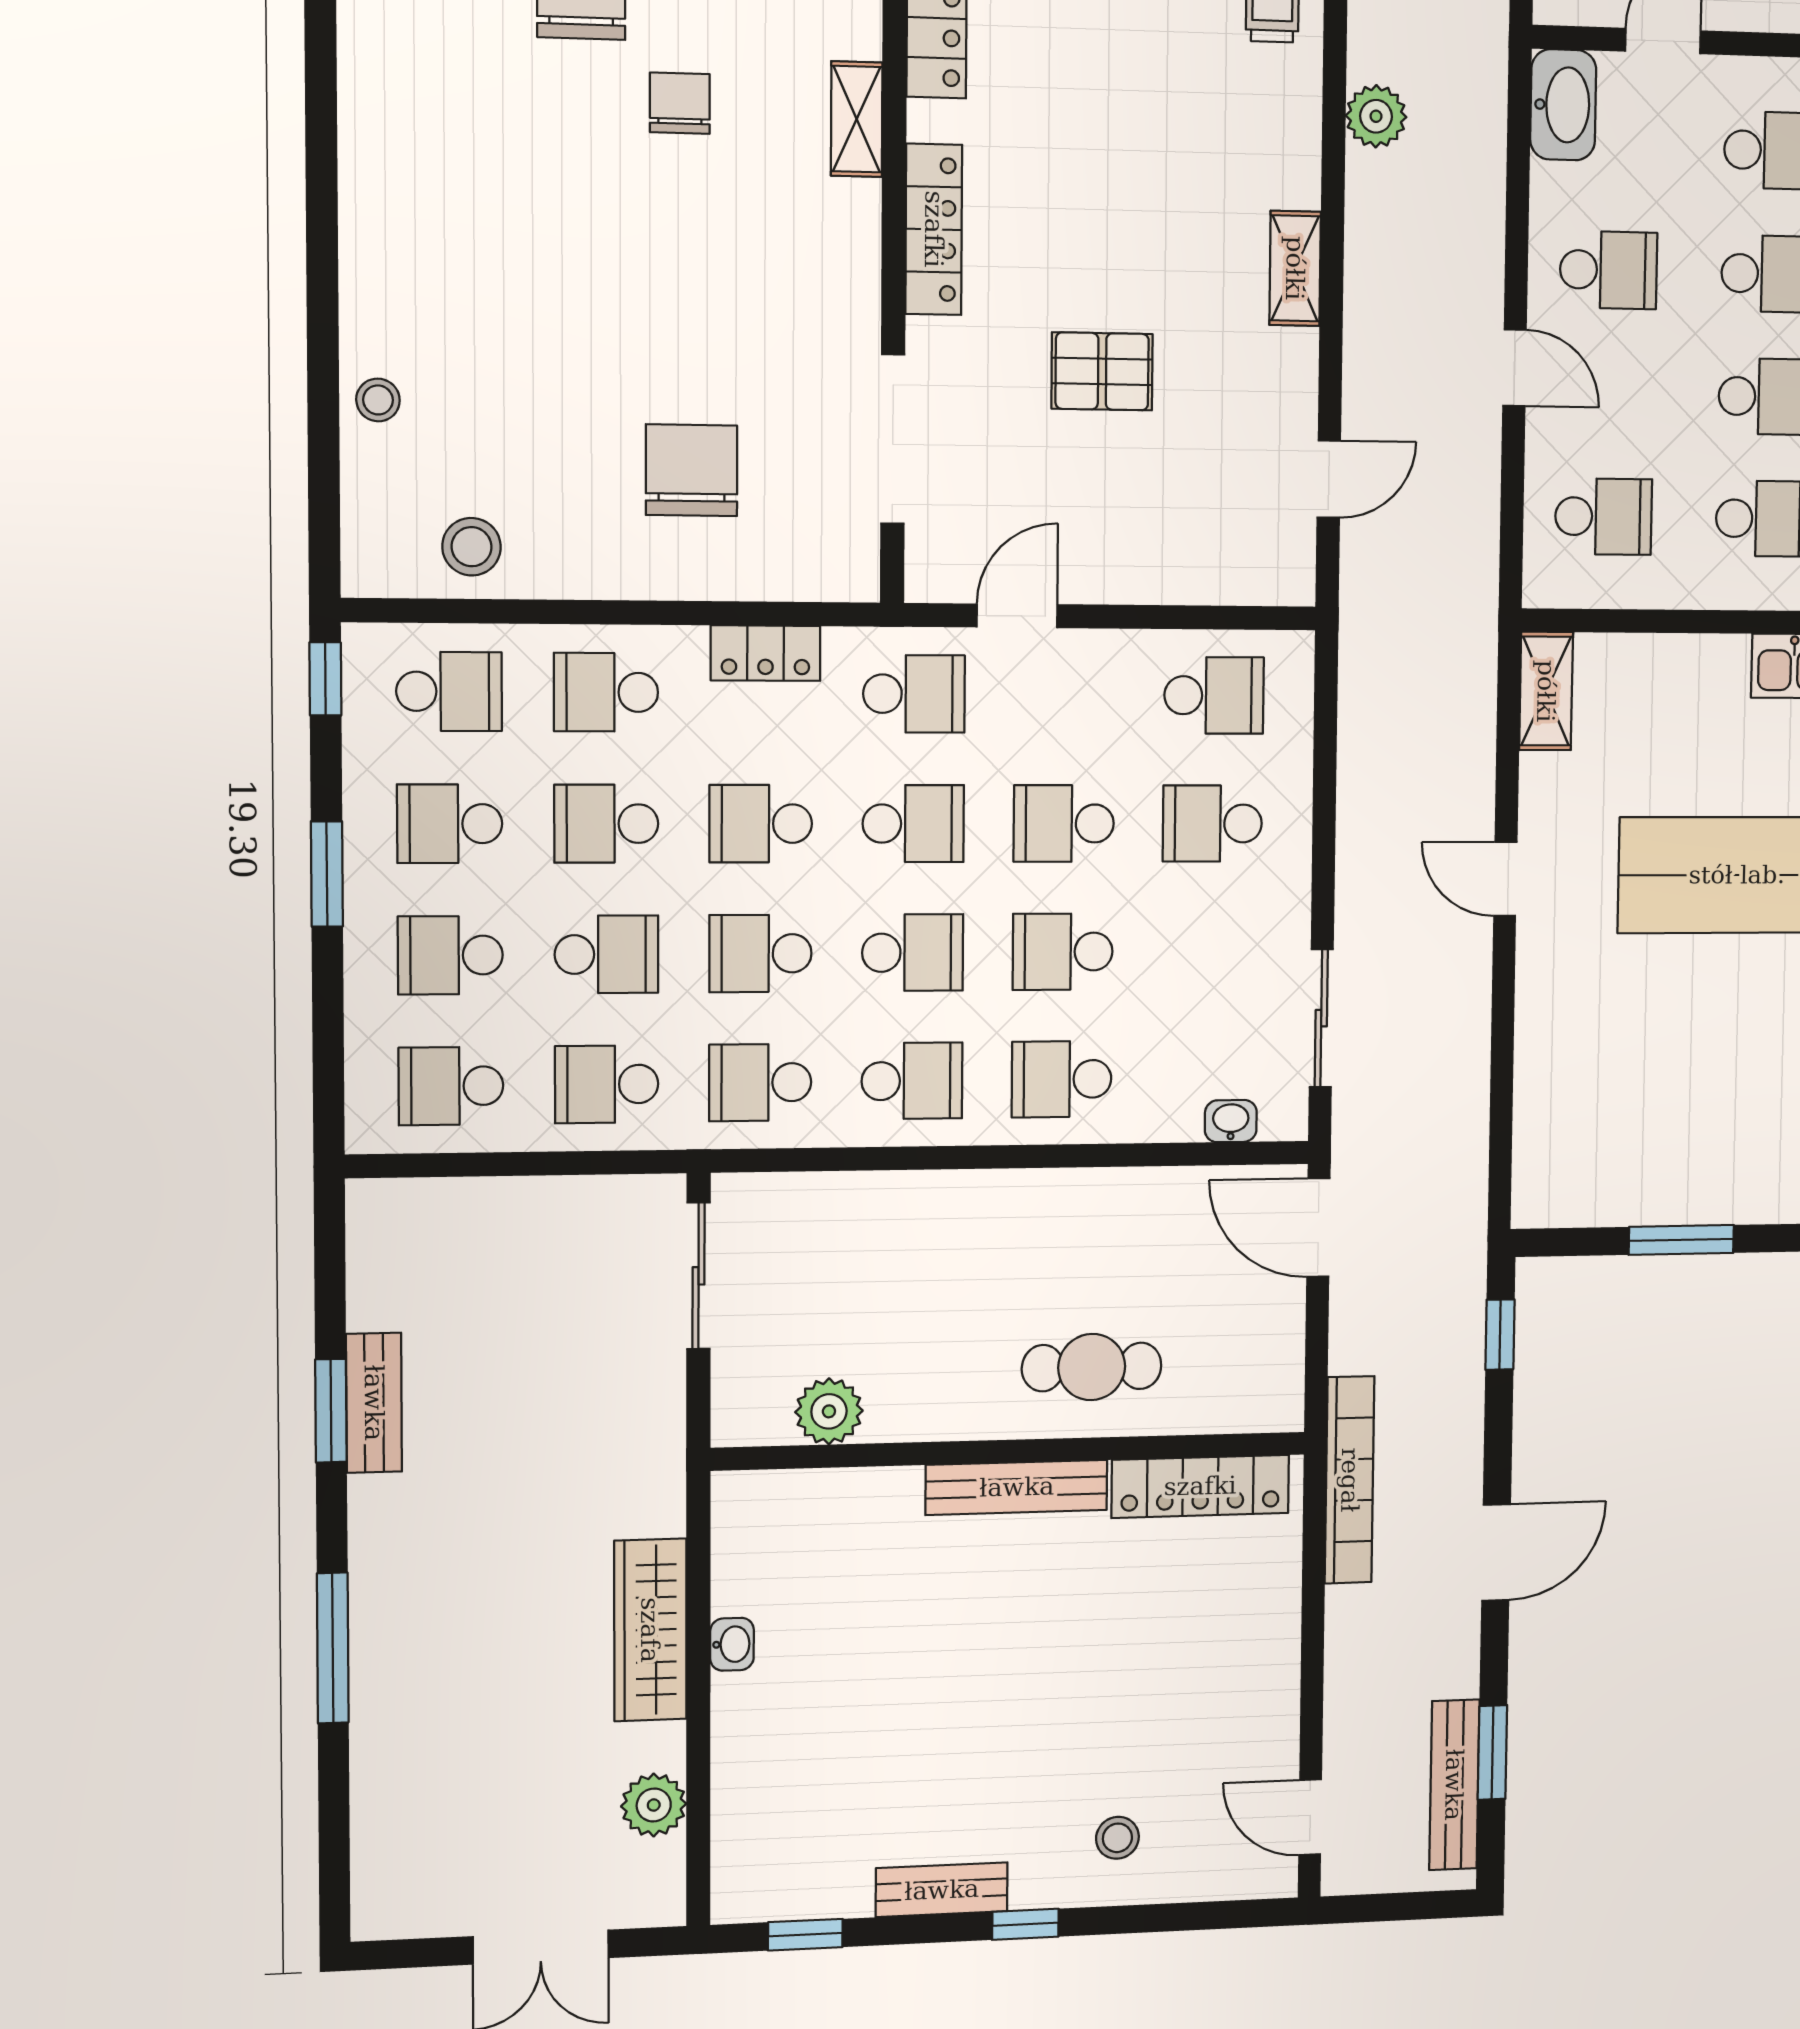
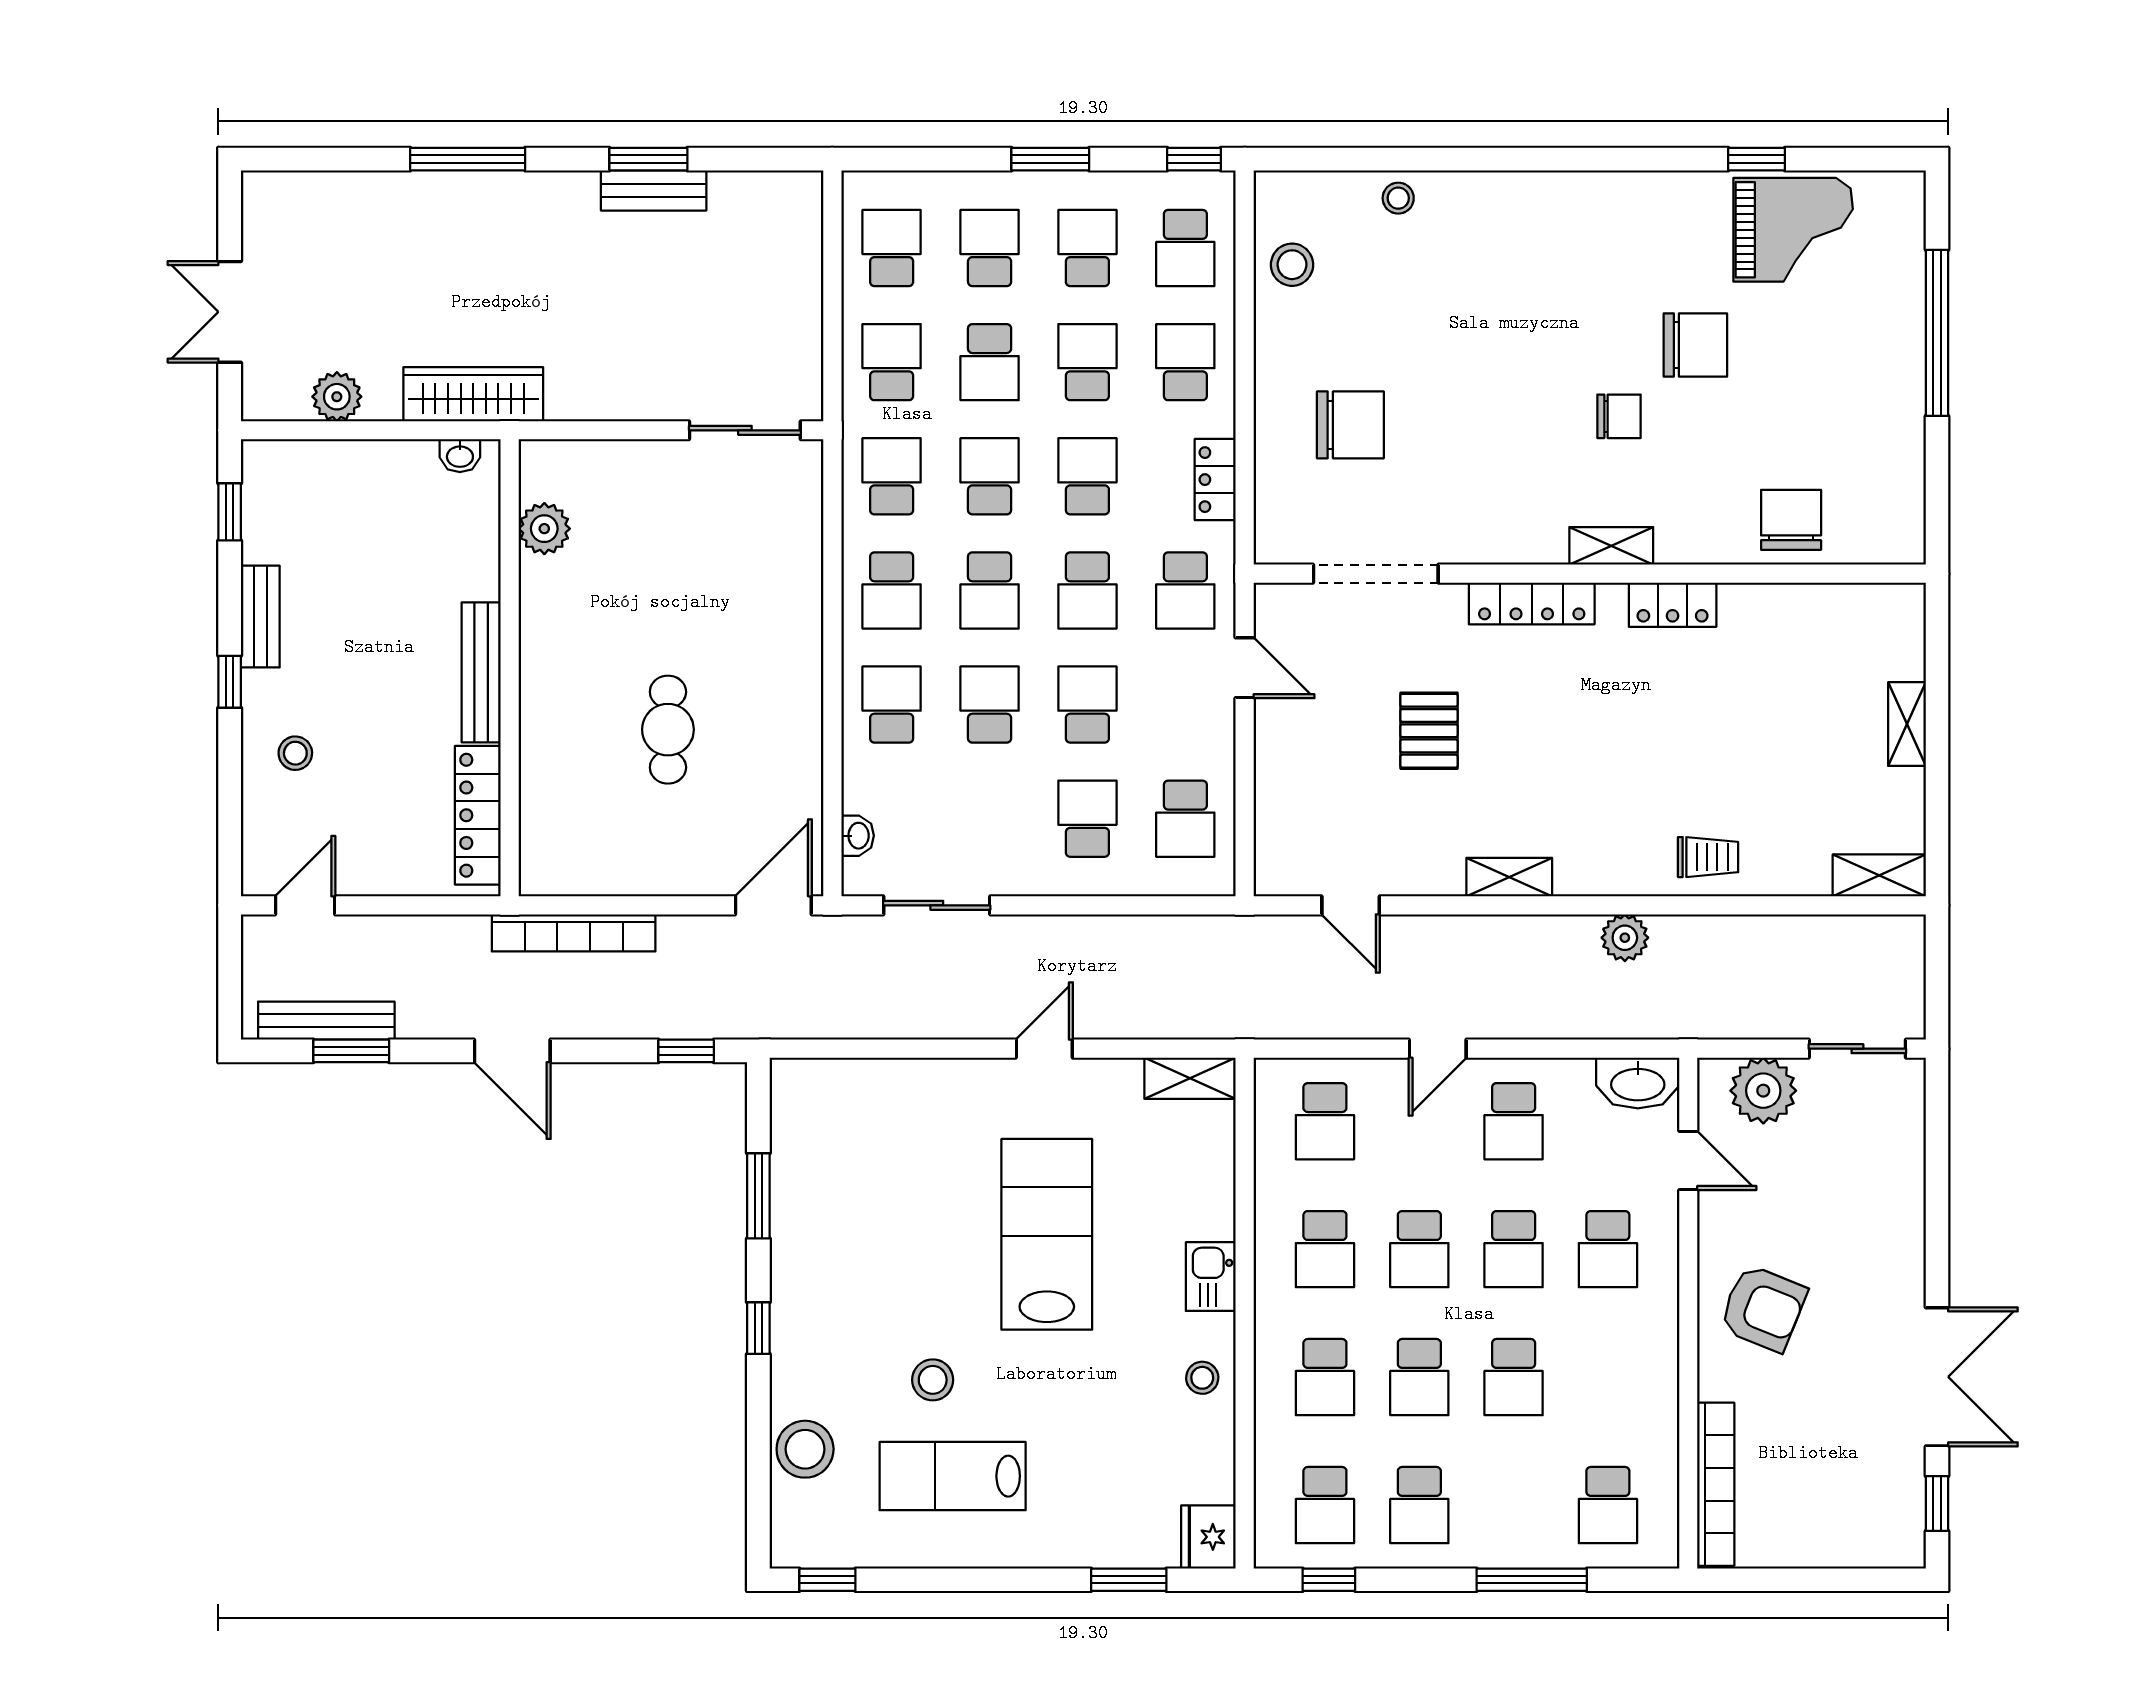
plant: (829, 1411) -> (544, 529), moved
wall: (1011, 1451) -> (510, 668), moved
locker: (1200, 1486) -> (478, 815), moved
bench: (1017, 1487) -> (481, 672), moved

